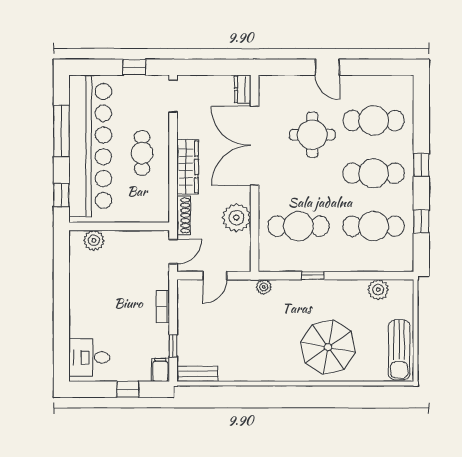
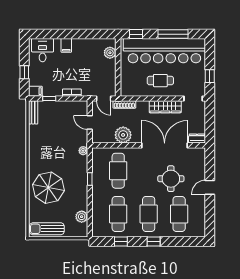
wardrobe: (188, 167) -> (165, 107), moved
filing cabinet: (81, 316) -> (66, 45), added

